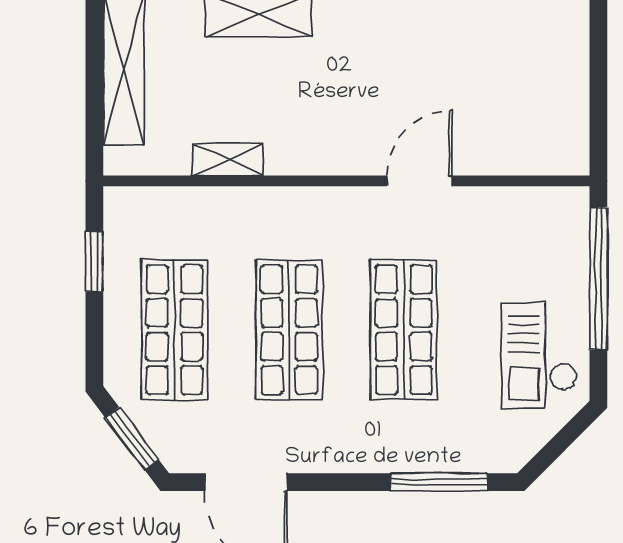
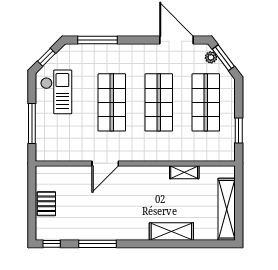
pallet: (563, 83) -> (46, 204), added
window: (598, 278) -> (32, 123), width x0.68
plant: (162, 439) -> (211, 57), added
window: (563, 440) -> (46, 57), added

